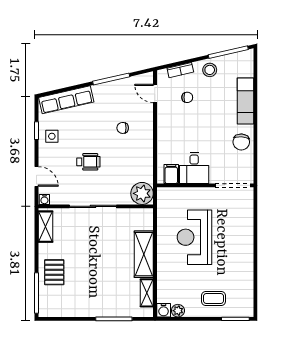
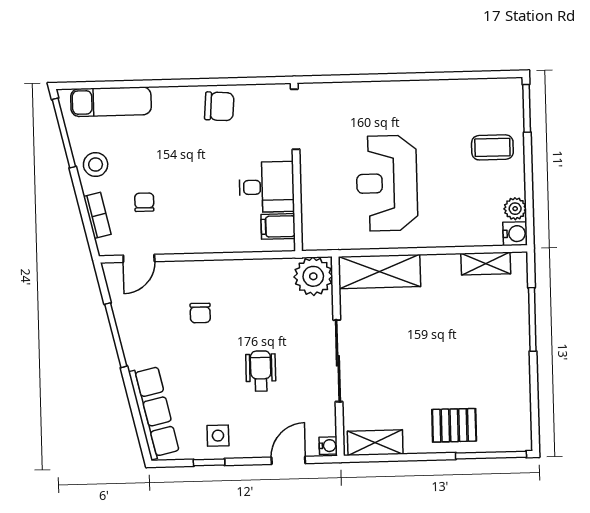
exam couch: (246, 101) -> (111, 102), moved
reception desk: (195, 237) -> (387, 183), turned 90
shelving: (144, 254) -> (379, 272), moved
coffee table: (214, 298) -> (492, 147), turned 90

